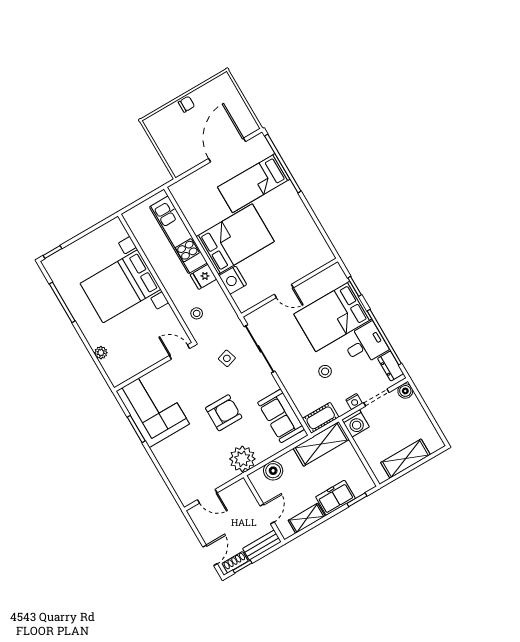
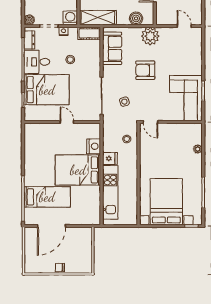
bed with nightstands: (120, 286) -> (166, 202), moved, turned -90

